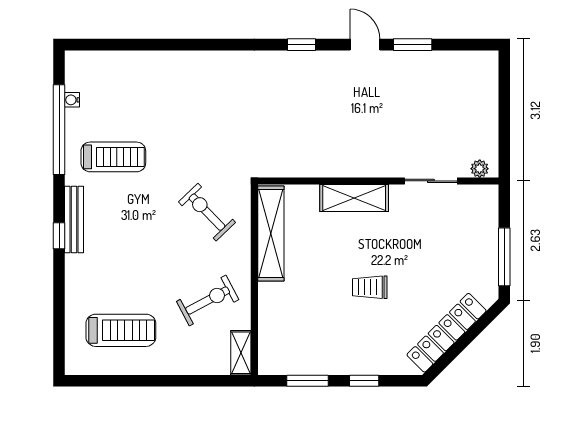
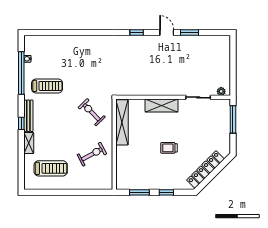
window: (504, 257) -> (233, 119), moved
shelving: (241, 353) -> (29, 143), moved

